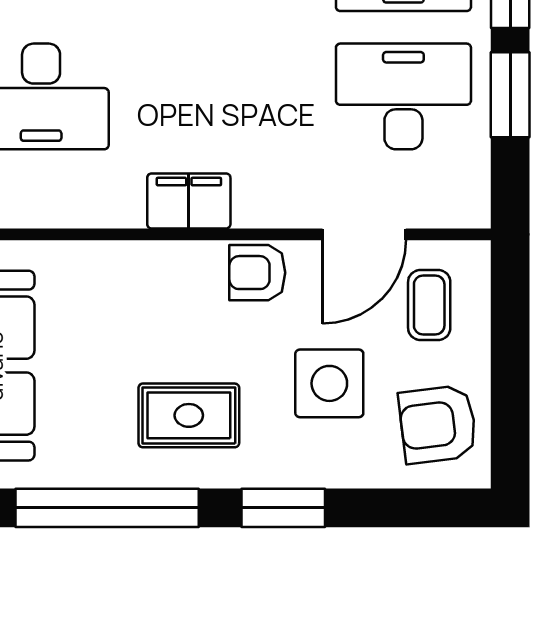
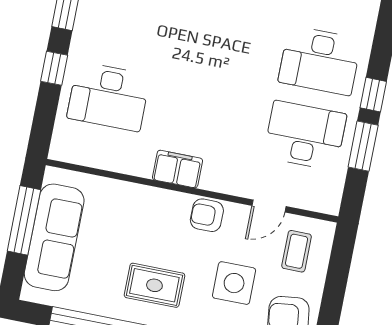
door: (364, 234) -> (269, 206), width x0.73

